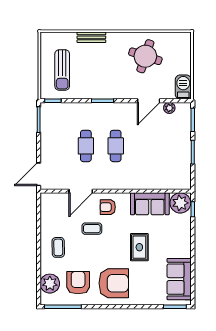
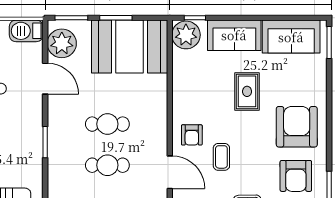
plant: (169, 108) -> (62, 43), width x1.87, depth x1.87
booth: (172, 162) -> (130, 47), added
sofa: (150, 204) -> (234, 35), moved, turned 90
rug: (139, 247) -> (247, 91), turned 90
armchair: (78, 283) -> (296, 176), turned -90

